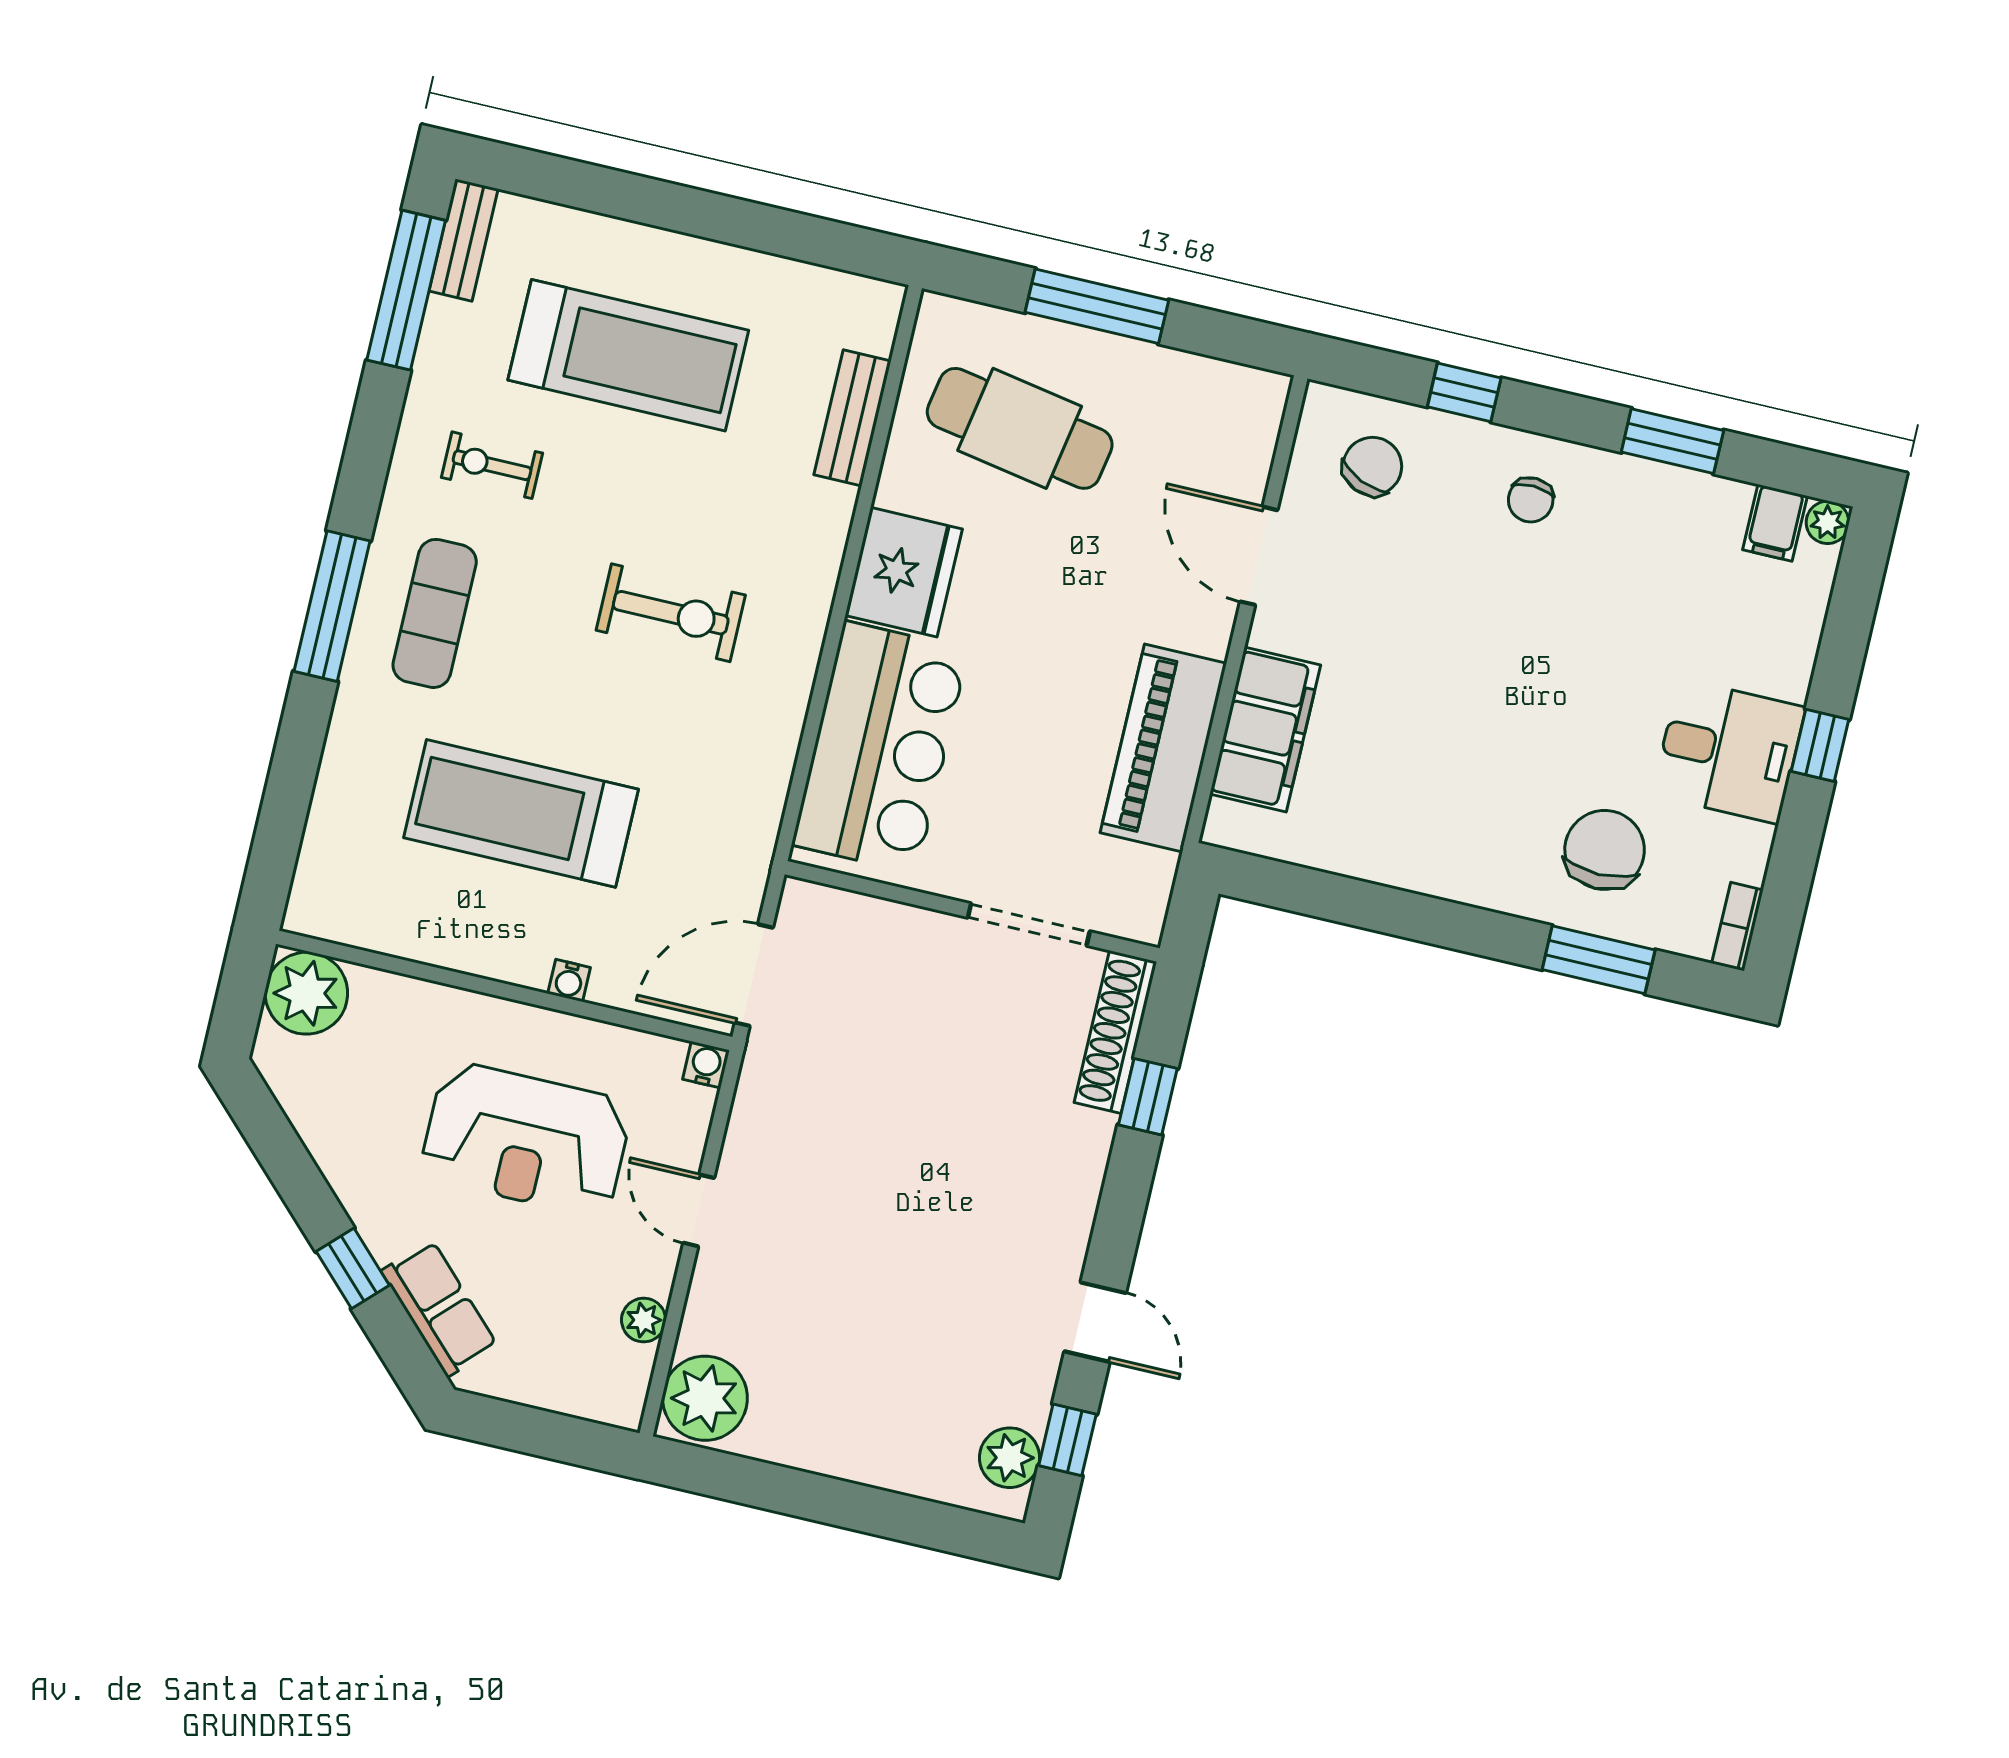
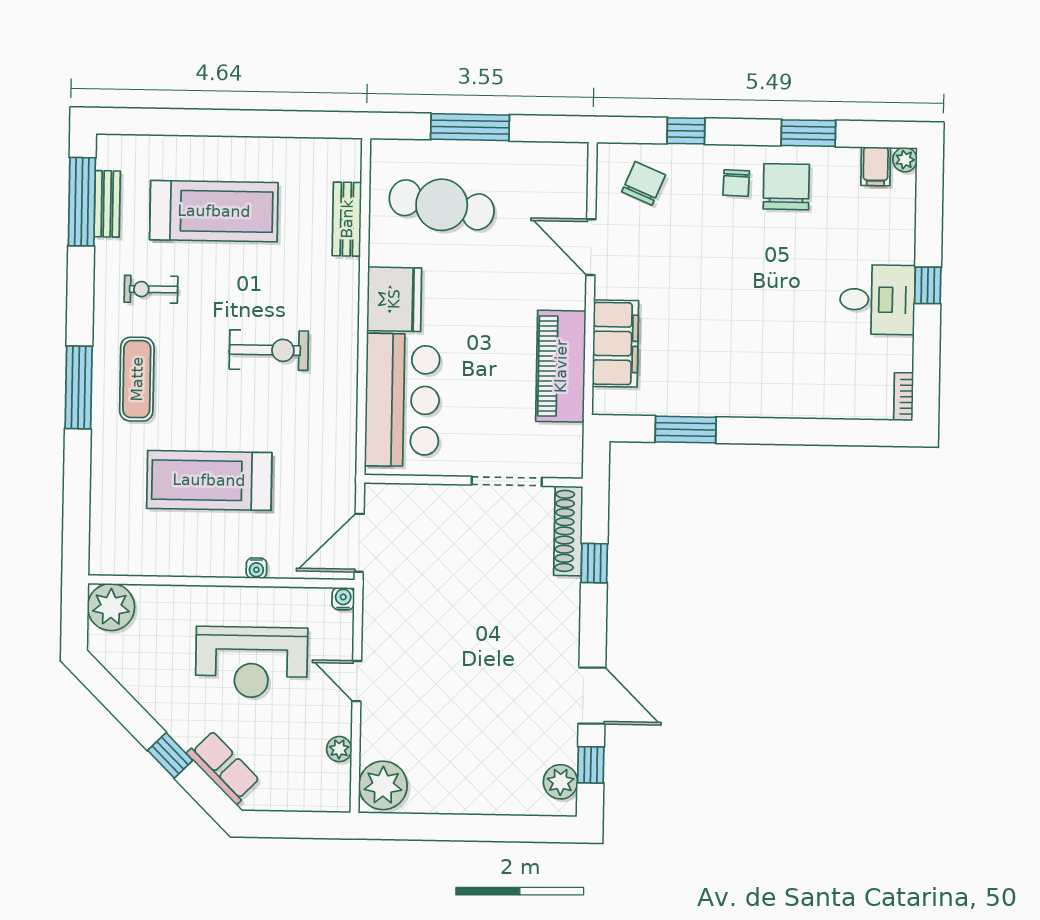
bench: (464, 240) -> (107, 204), moved
chair: (1605, 850) -> (786, 187), moved
window: (1599, 960) -> (686, 430), moved
door: (1095, 1322) -> (592, 696), width x1.38

